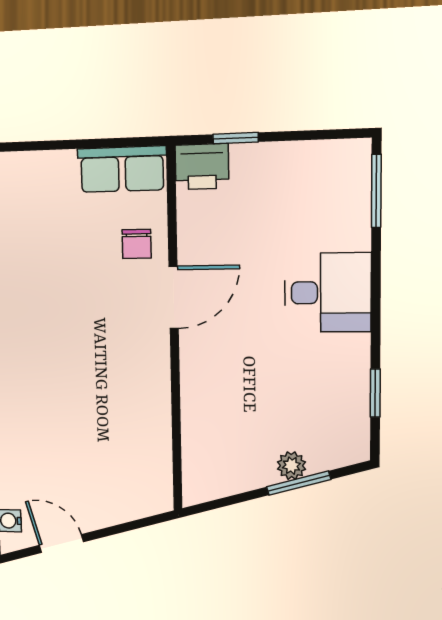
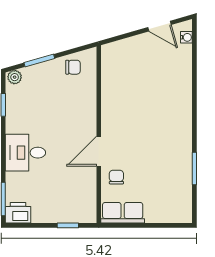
printer: (202, 167) -> (18, 213), moved
plant: (291, 466) -> (15, 77), moved
chair: (229, 468) -> (73, 67), added

